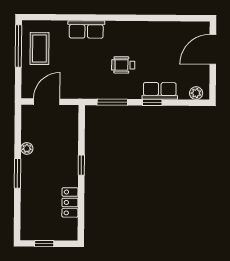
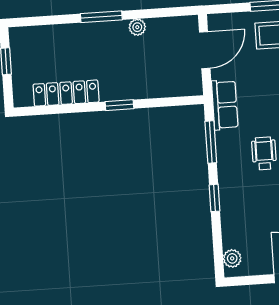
row of seats: (160, 91) -> (225, 105), moved
door: (47, 102) -> (205, 50), hinge flipped
locker: (70, 202) -> (66, 93), width x1.53

